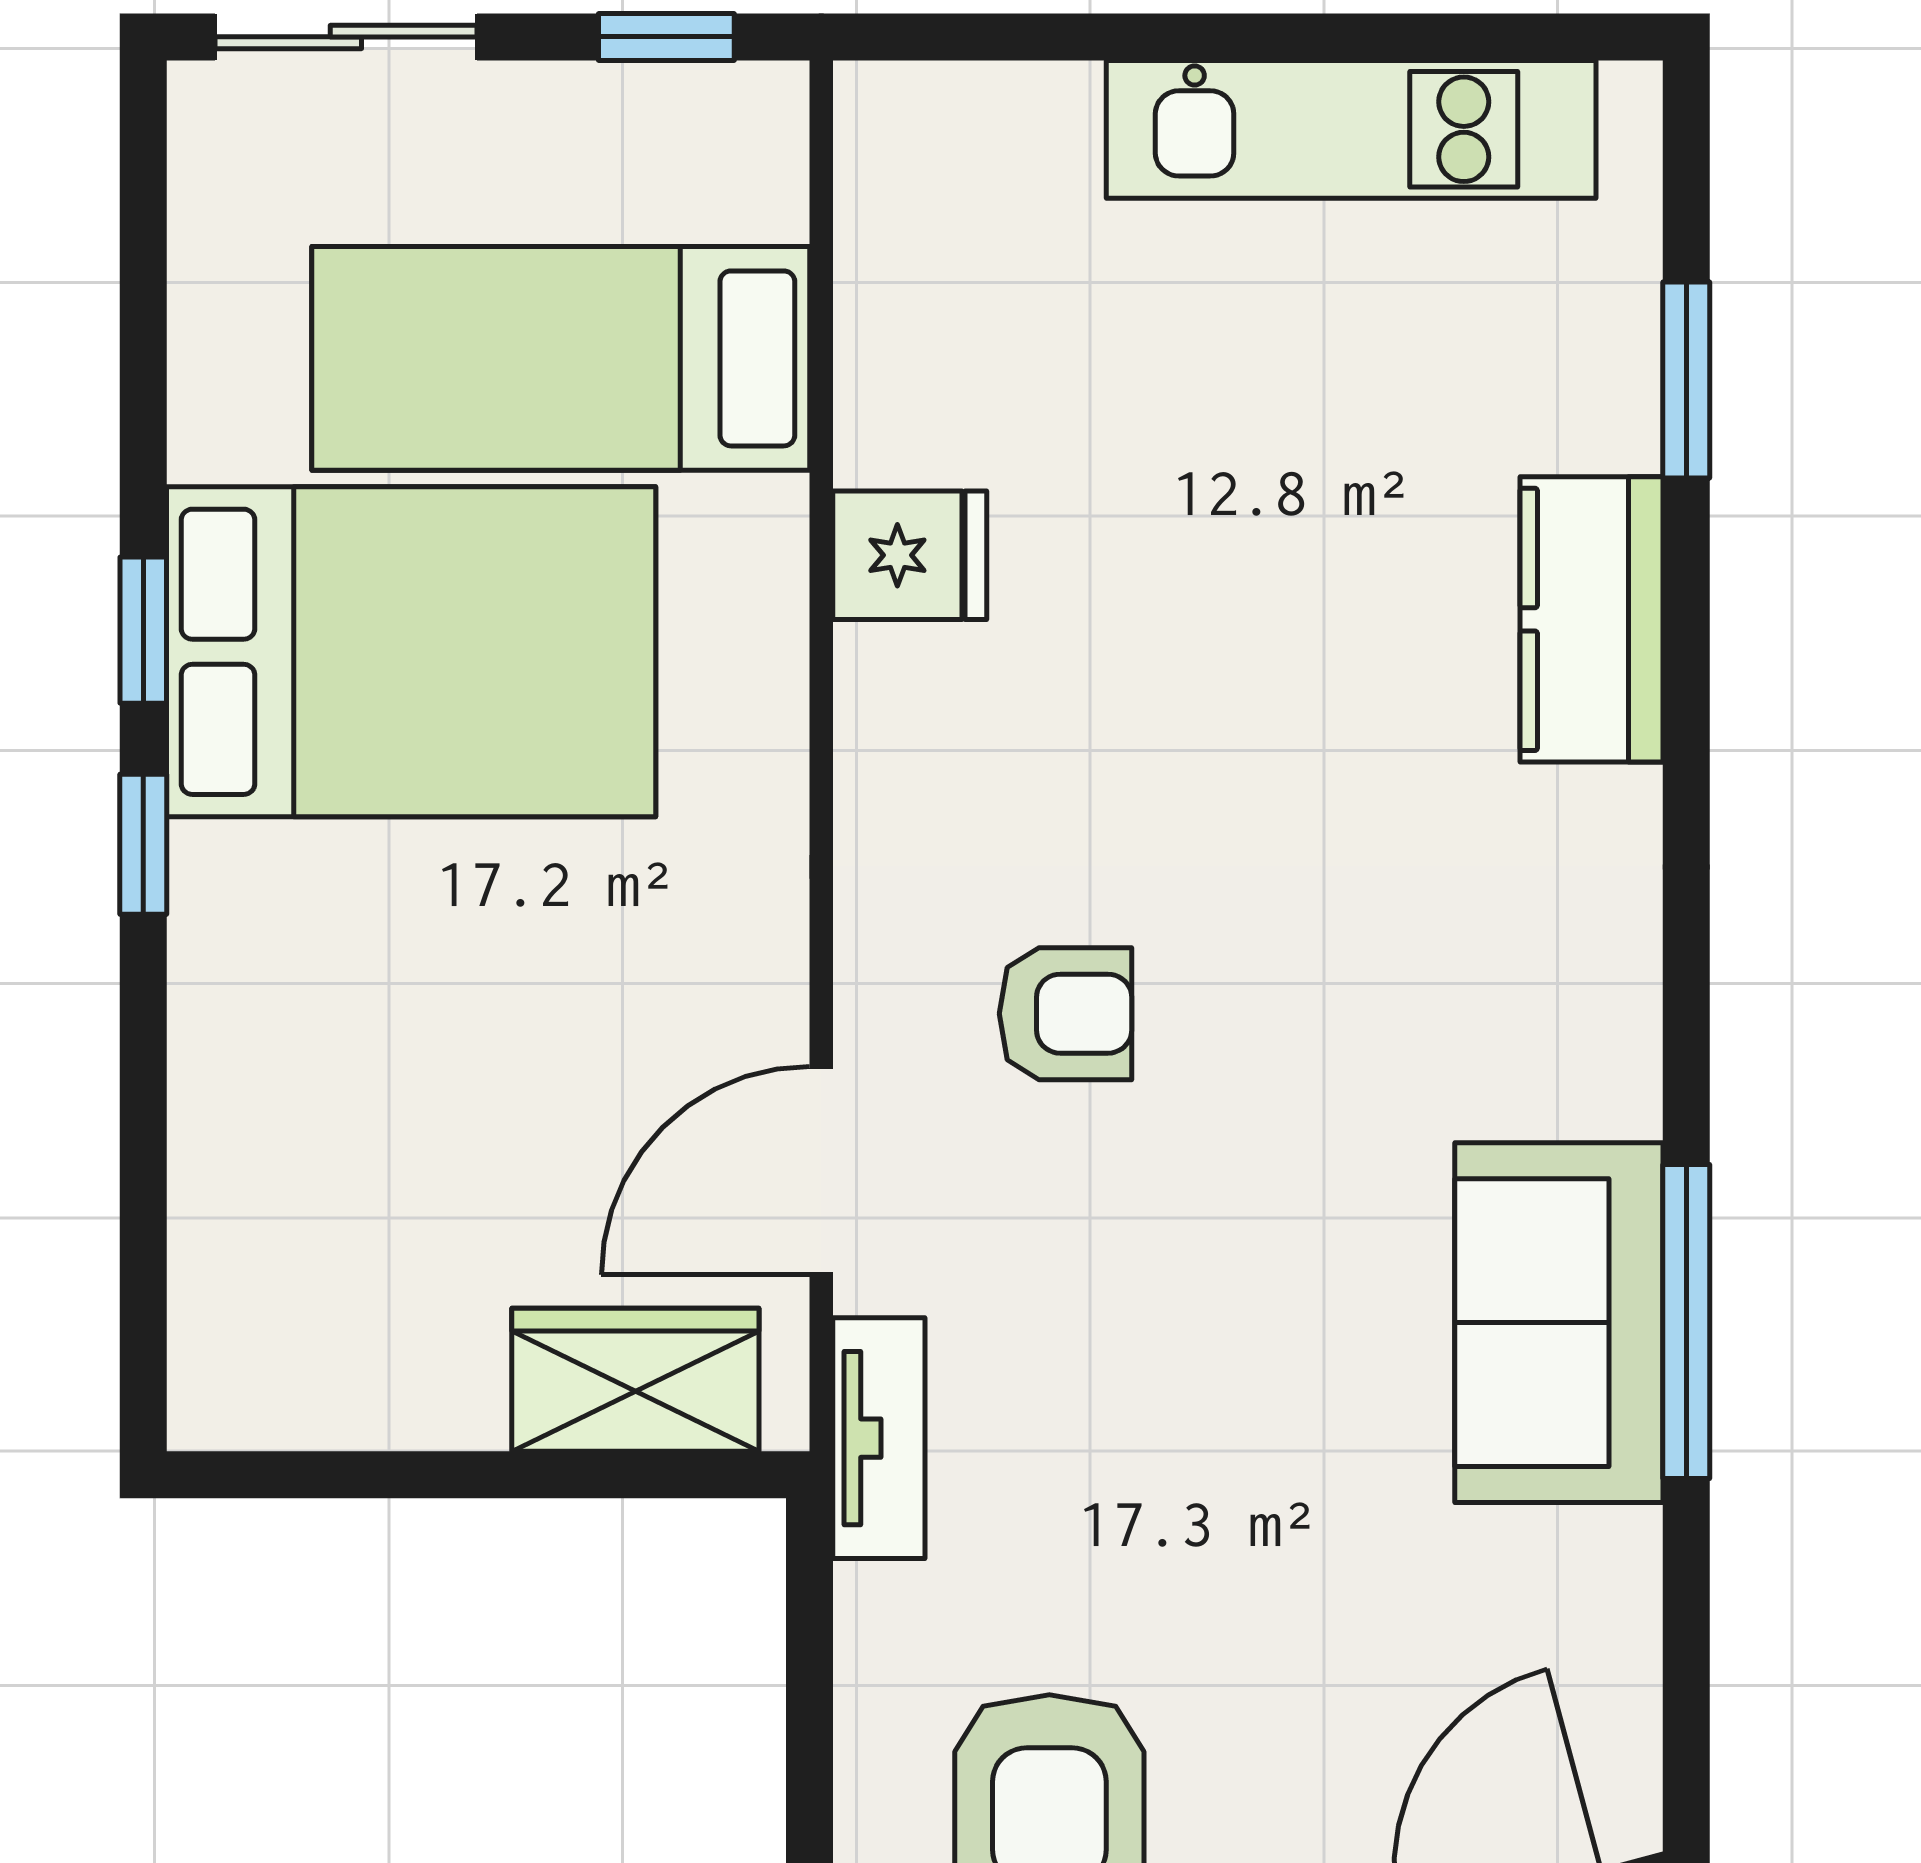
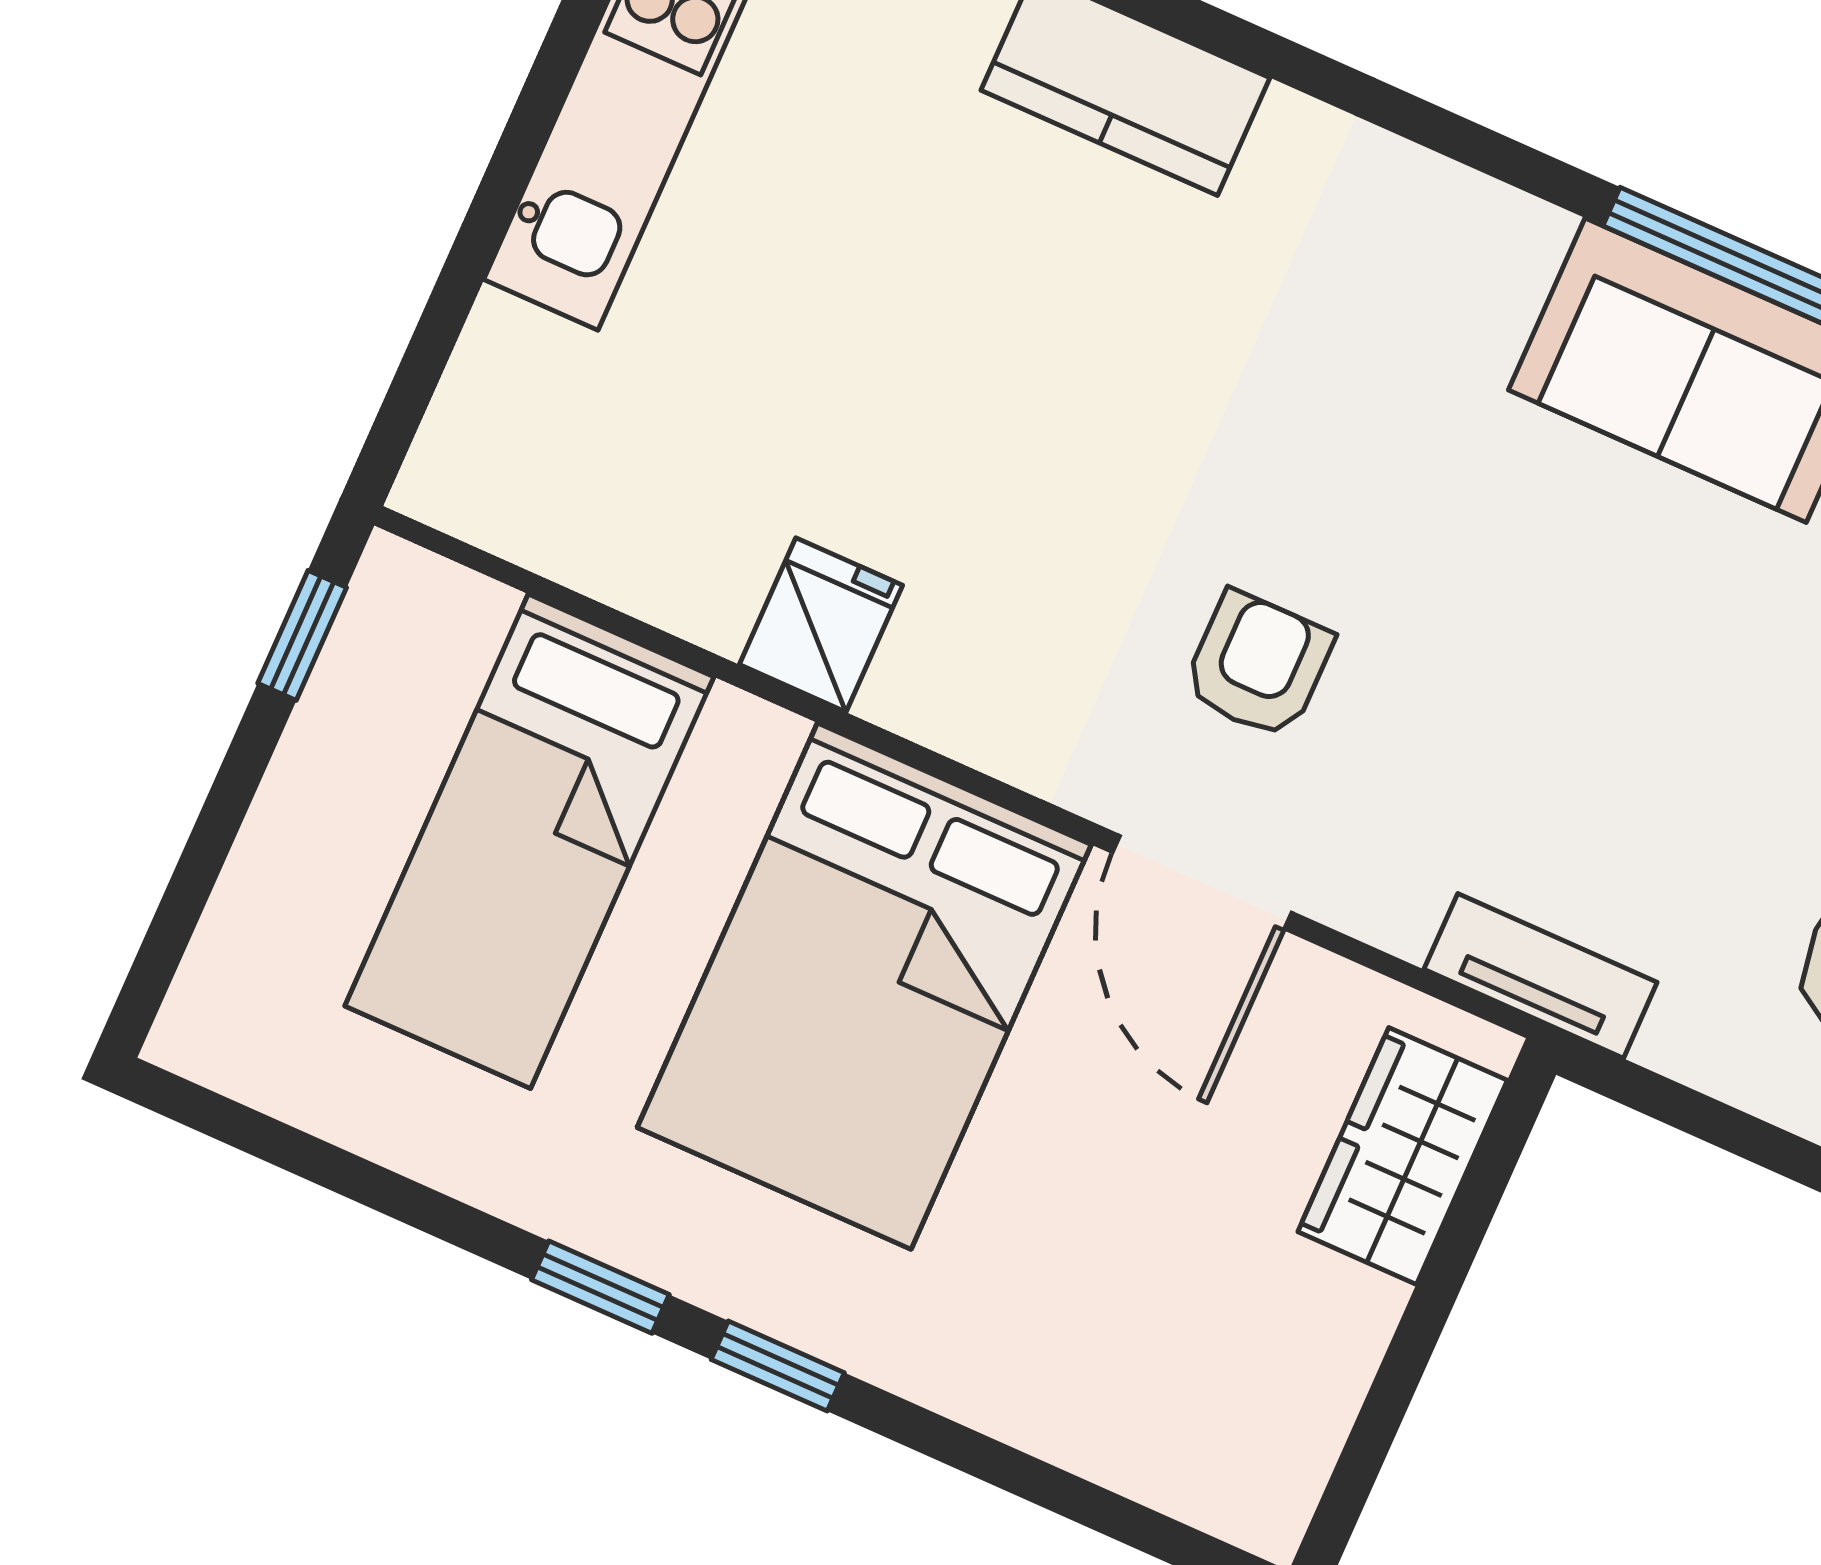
sliding door: (346, 37) -> (184, 901), removed
bed: (411, 652) -> (864, 986), moved, turned 180
door: (821, 1171) -> (1202, 882), moved

